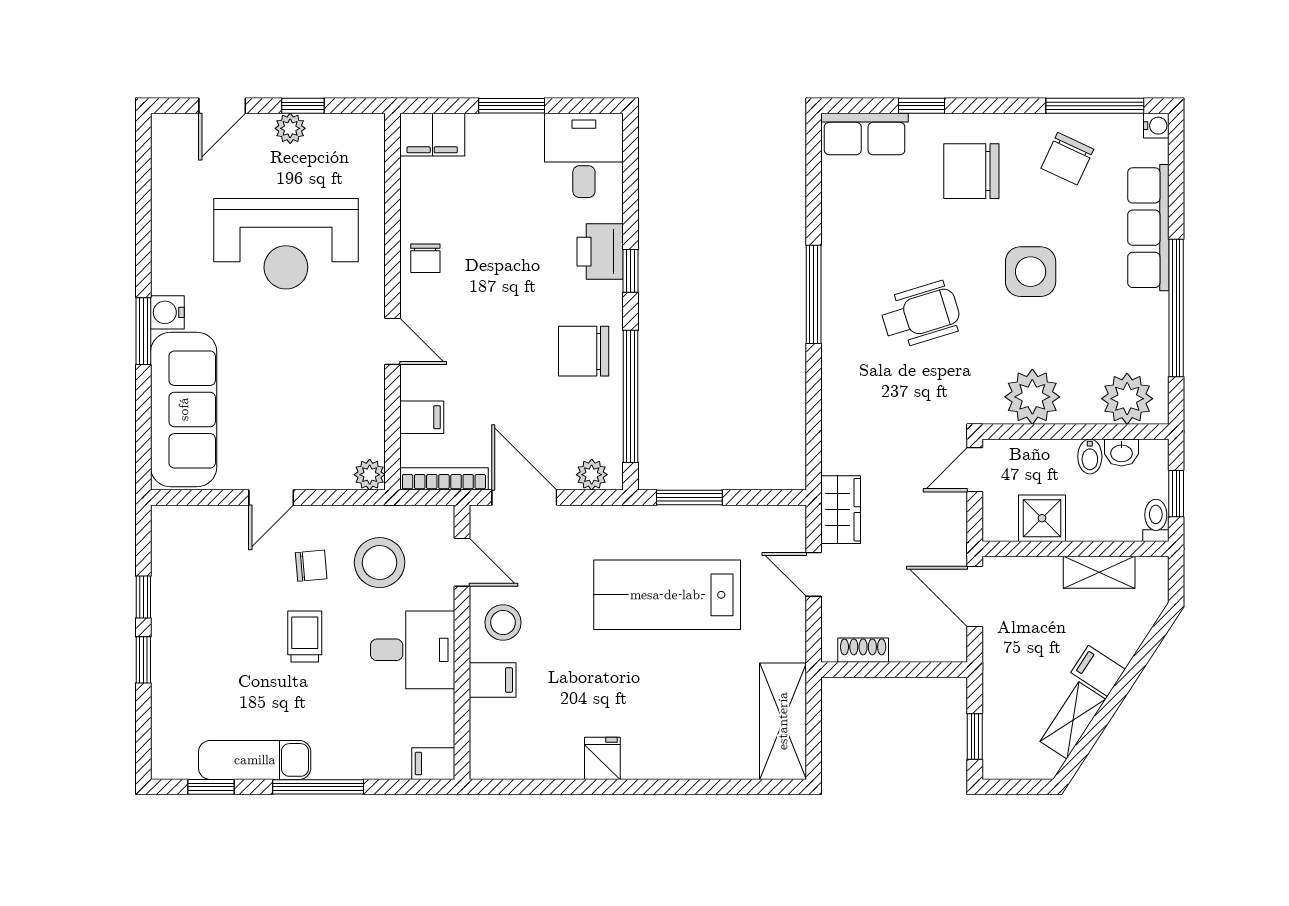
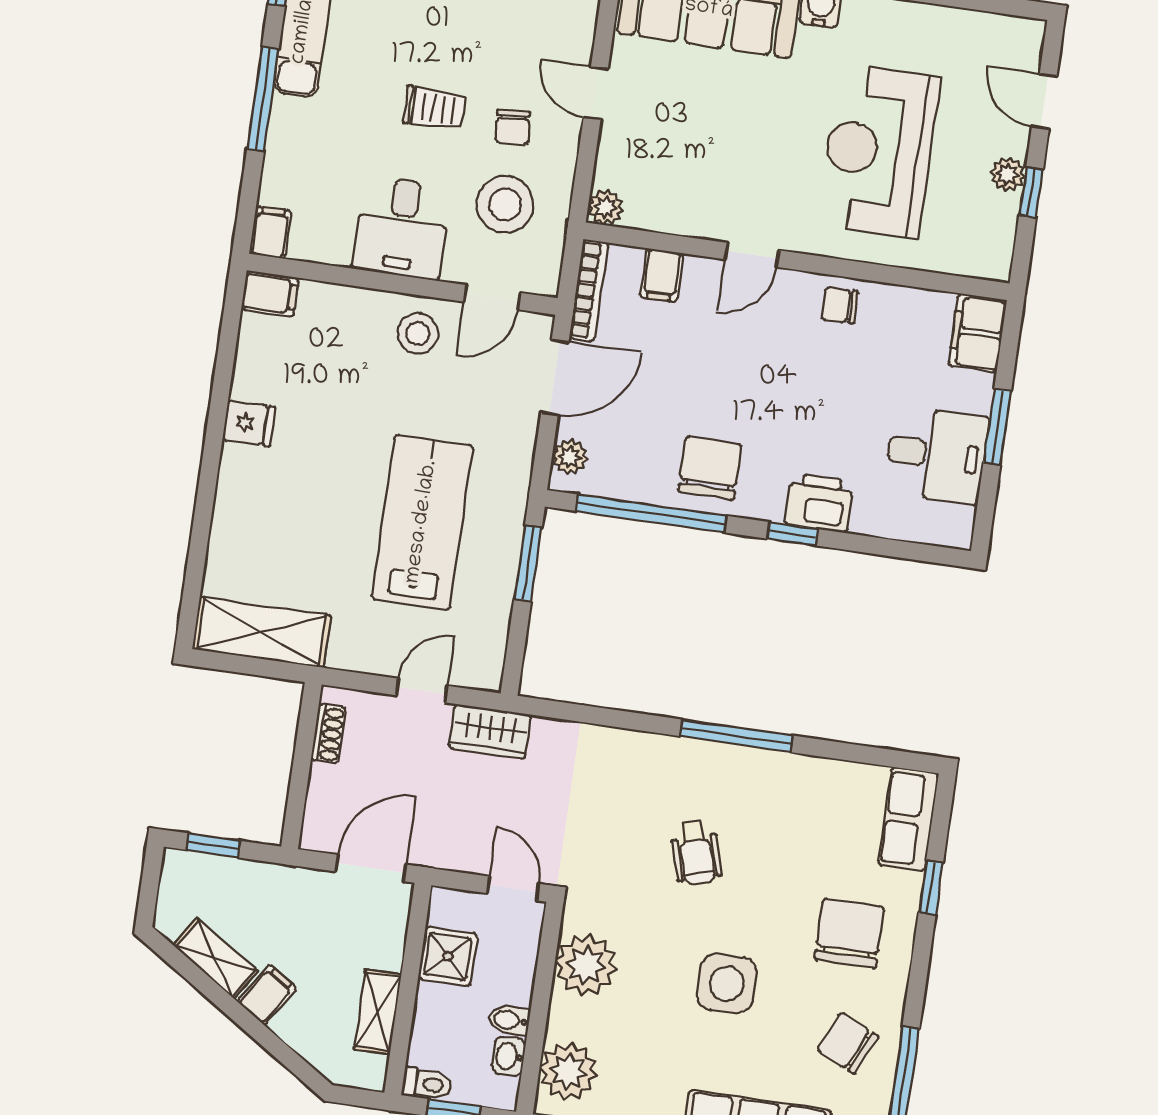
desk: (584, 155) -> (936, 455), moved
wheelchair: (921, 315) -> (696, 853), width x0.73, depth x0.73
filing cabinet: (493, 680) -> (270, 294), moved, turned -90

